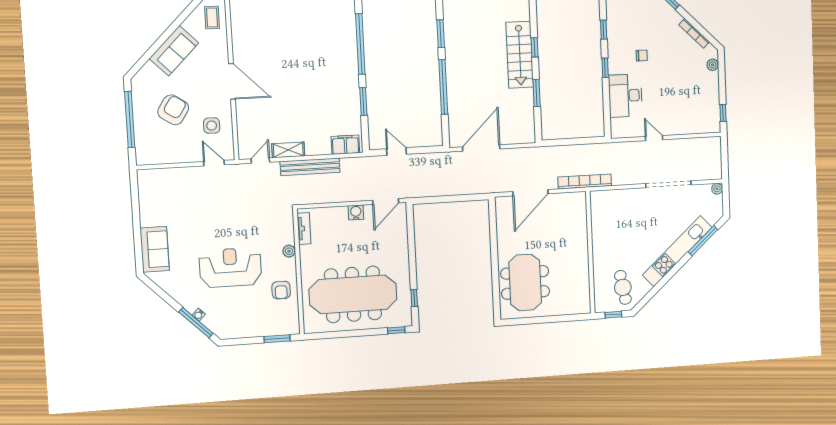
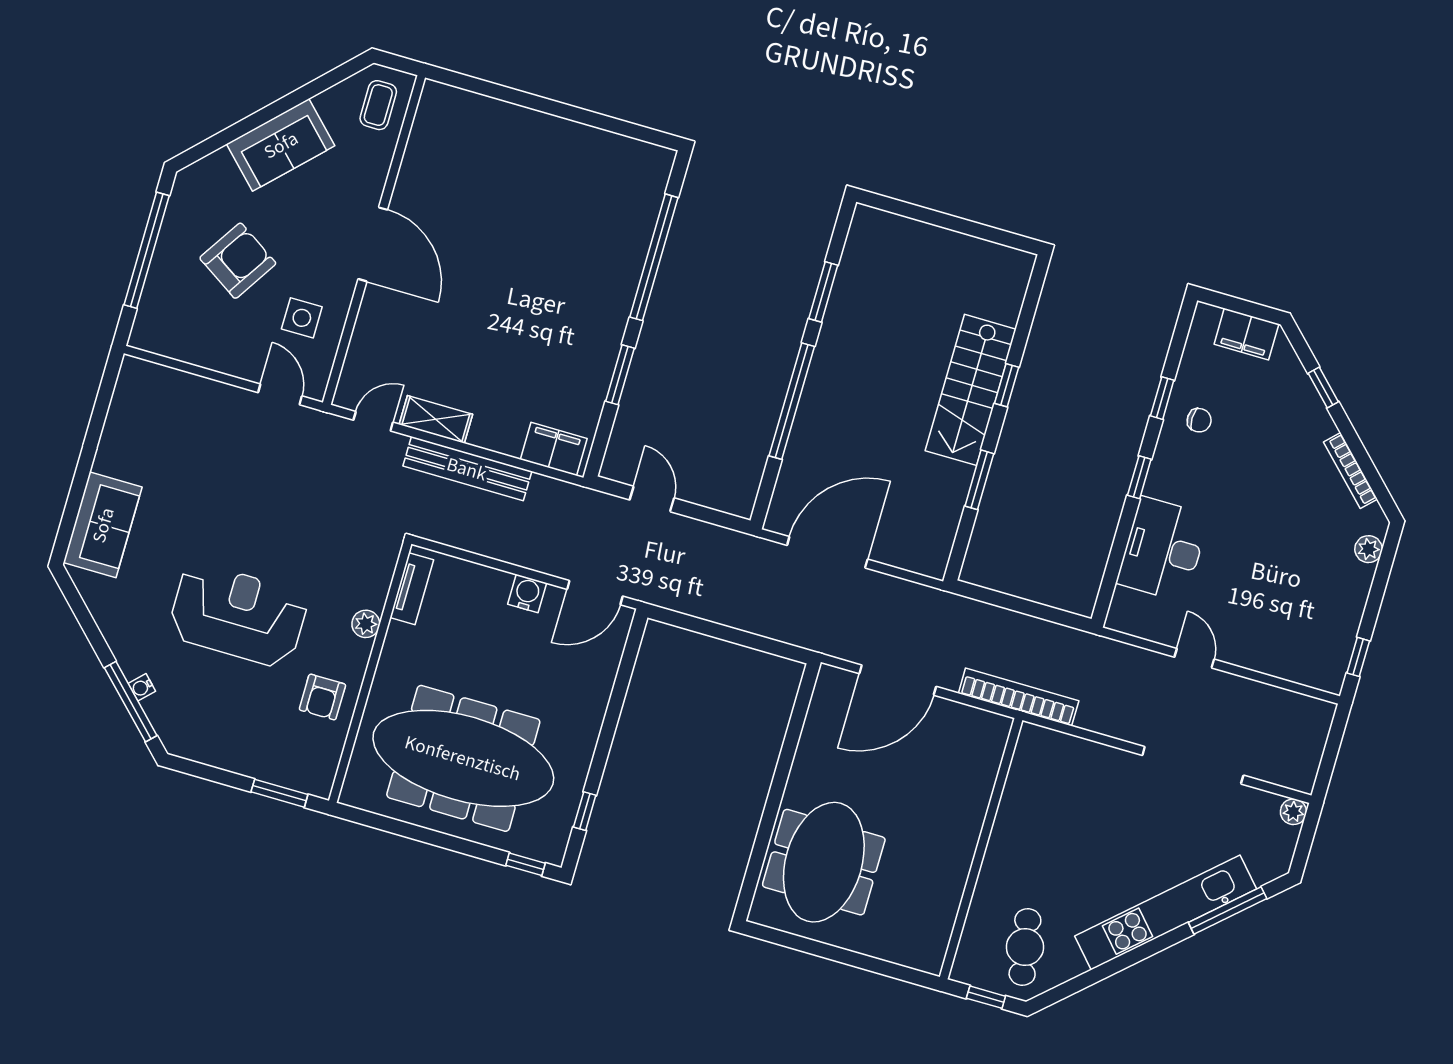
chair: (642, 55) -> (1199, 420), moved

